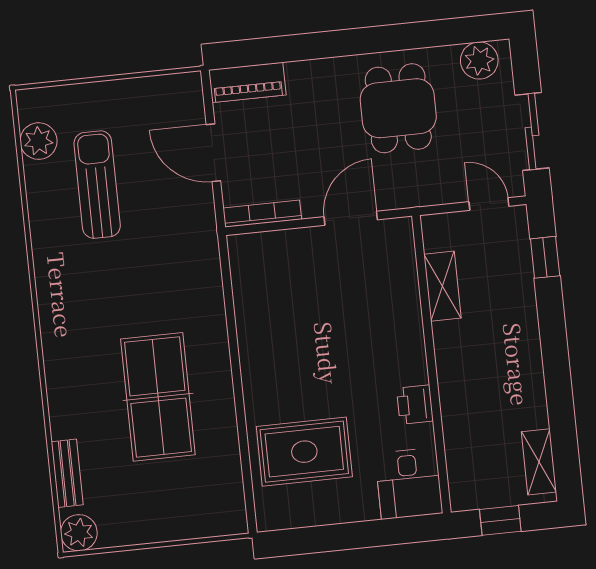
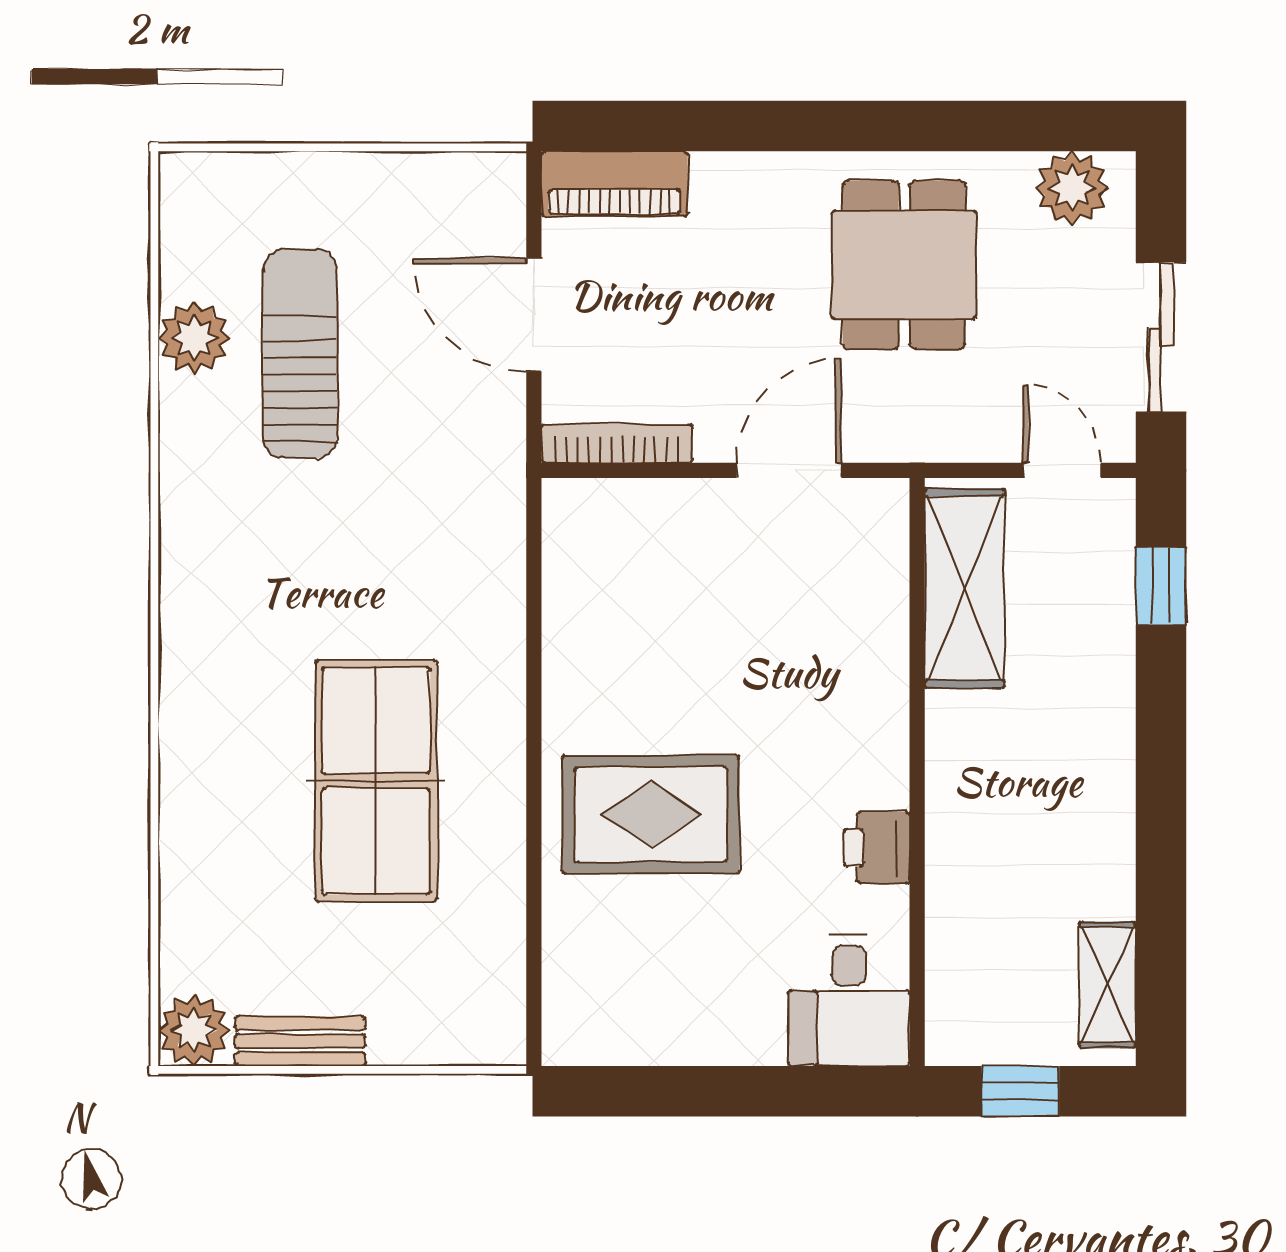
plant: (39, 141) -> (194, 338), moved
shelving: (442, 286) -> (965, 588), width x1.50, depth x1.33
rug: (304, 452) -> (651, 814), moved
bench: (67, 473) -> (300, 1041), moved, turned 90

